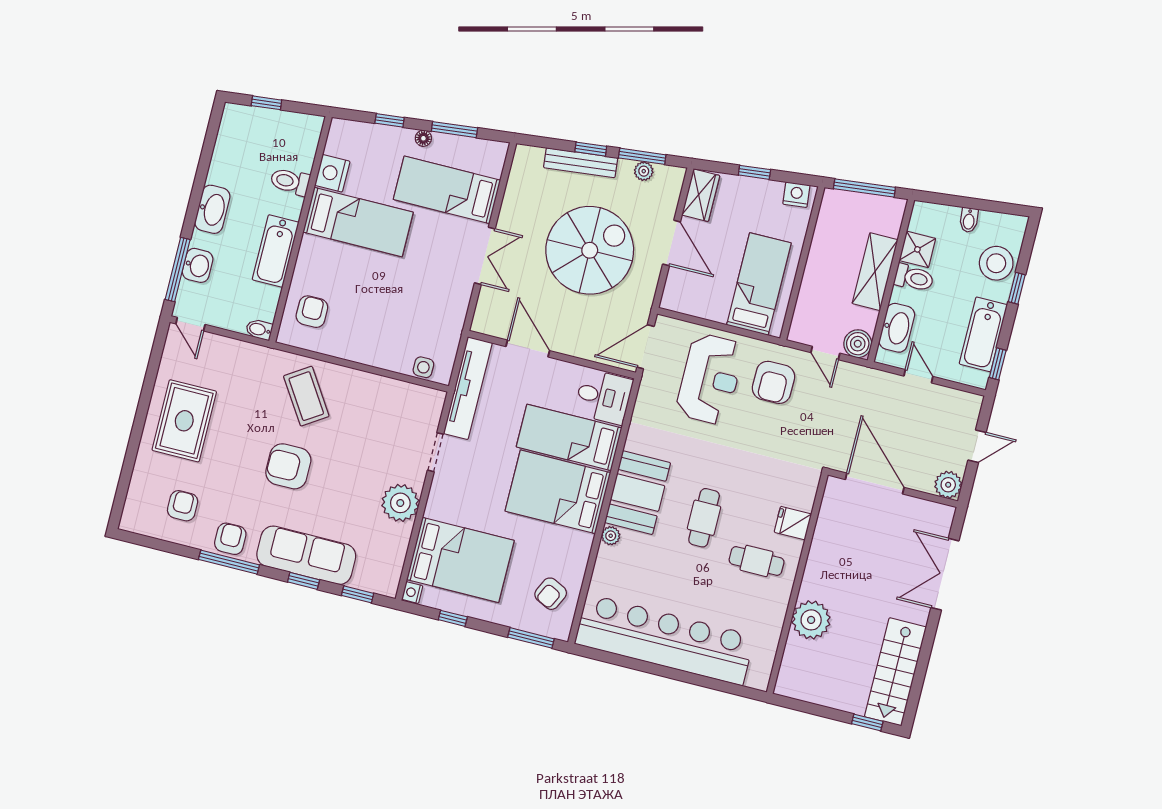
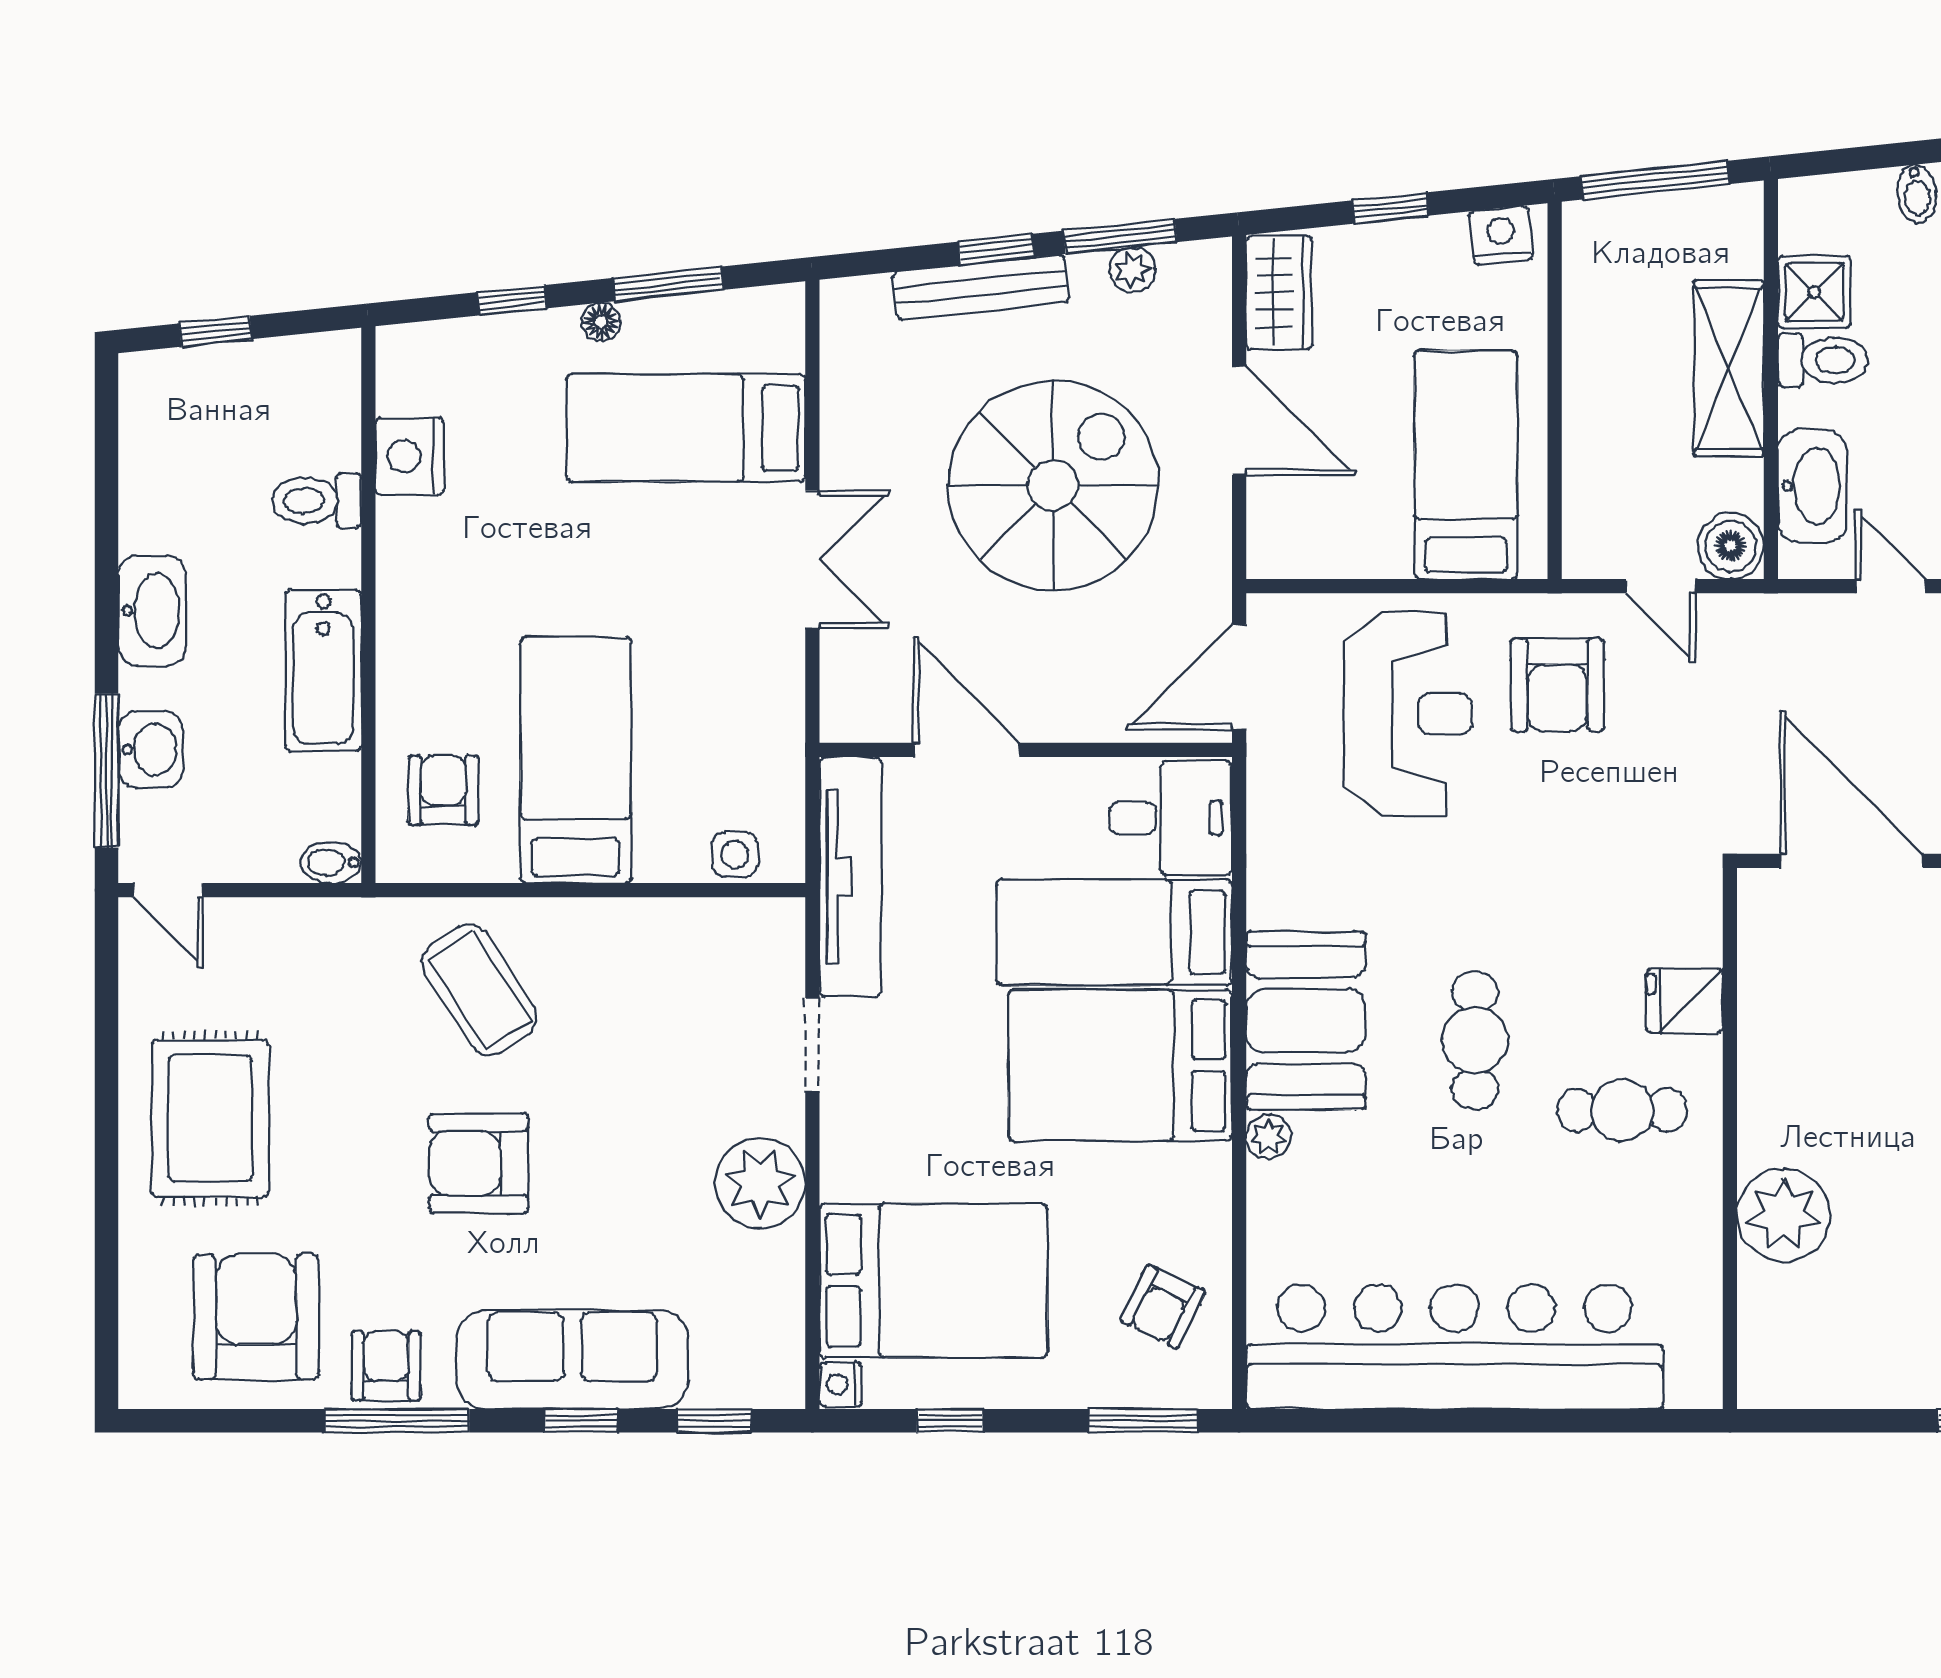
bed: (358, 222) -> (576, 760), moved, turned -90
armchair: (183, 506) -> (256, 1317), width x1.88, depth x1.88

